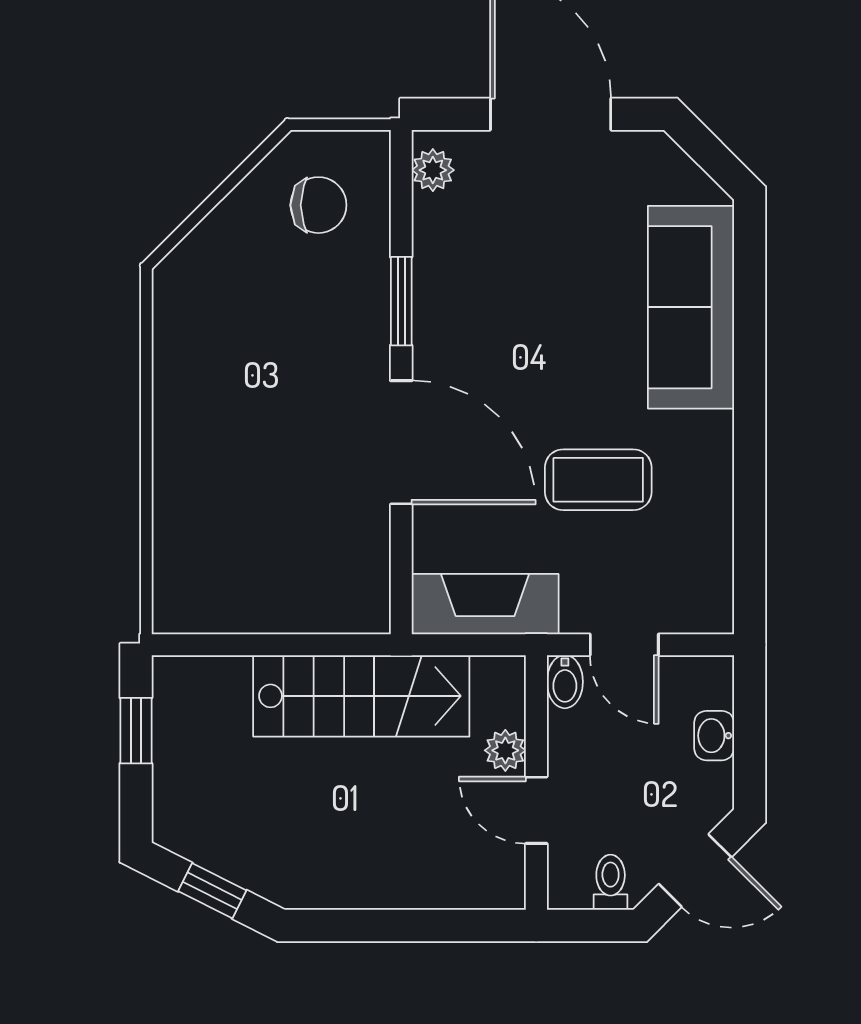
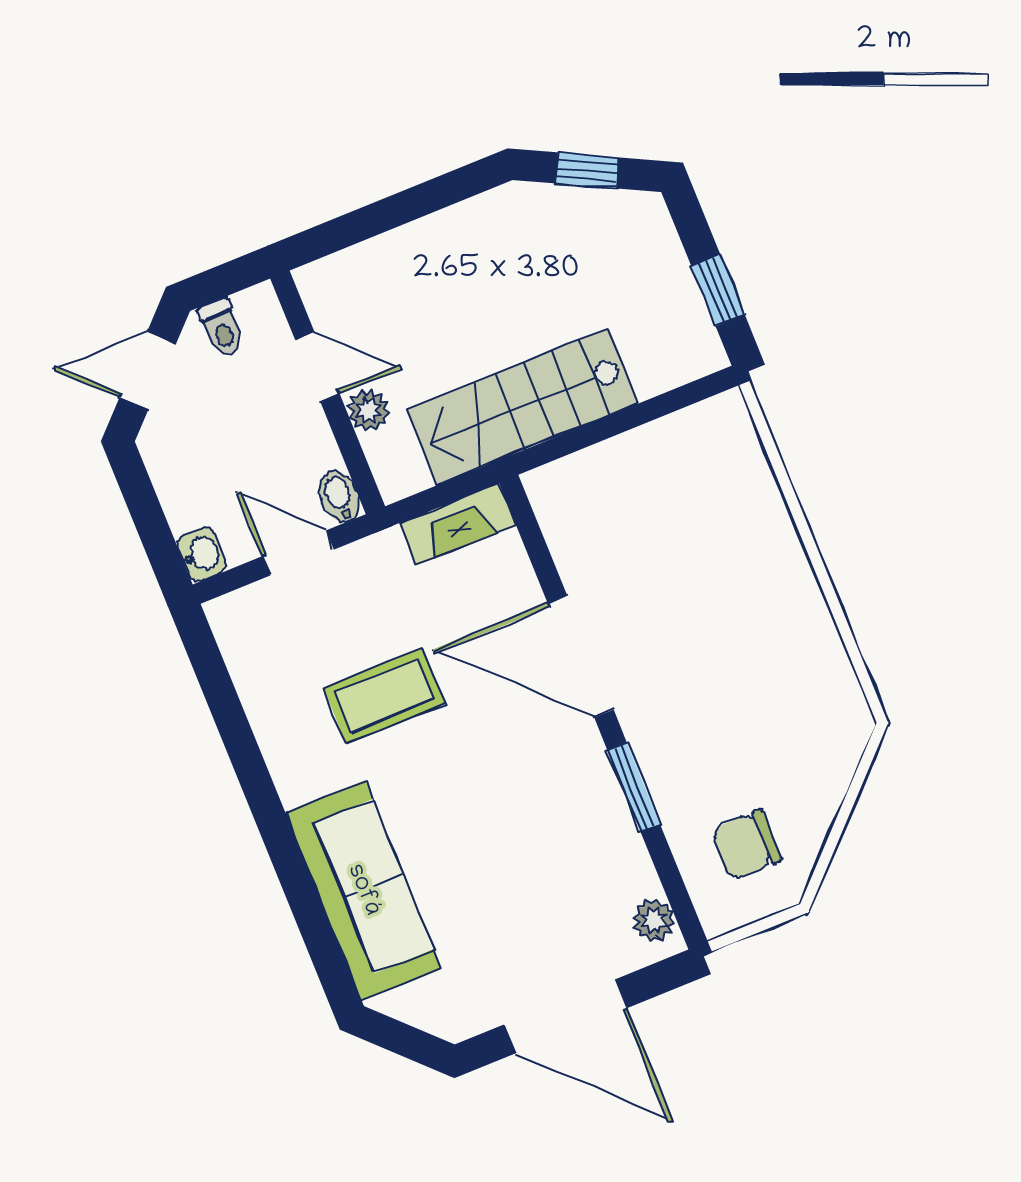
fireplace: (485, 604) -> (458, 524), width x0.73, depth x0.76
washbasin: (714, 736) -> (202, 554), moved

